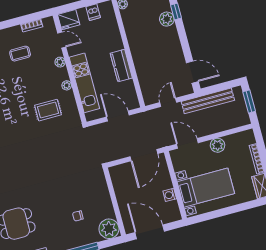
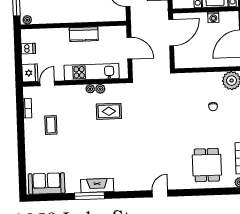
plant: (60, 62) -> (100, 89), moved
rug: (48, 110) -> (109, 111), turned 90
door: (118, 116) -> (129, 48), swing flipped
door: (144, 155) -> (171, 33), hinge flipped

